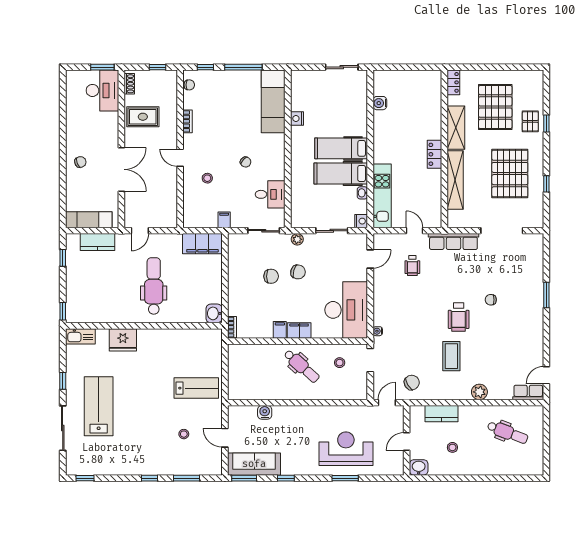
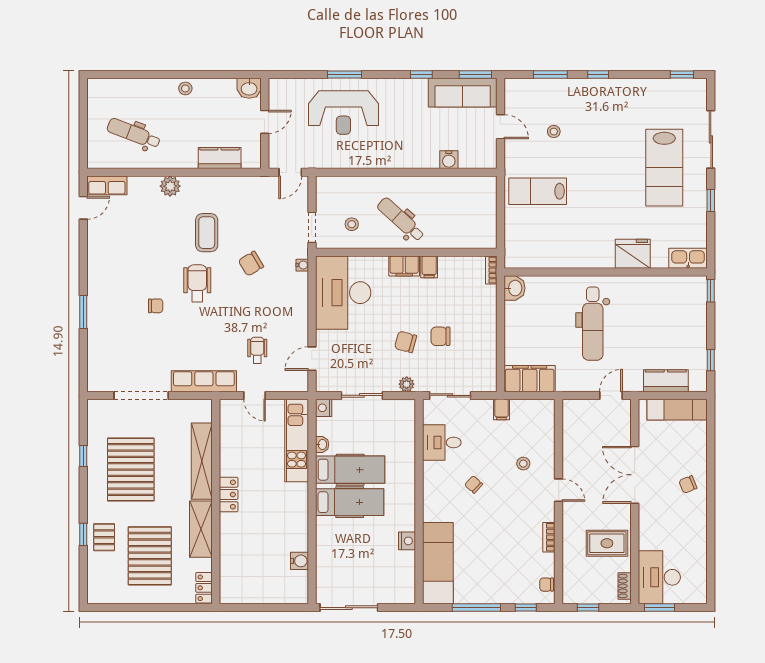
sliding door: (342, 67) -> (349, 608), width x1.37
chair: (412, 383) -> (251, 264), moved
stool: (452, 447) -> (185, 88), moved

